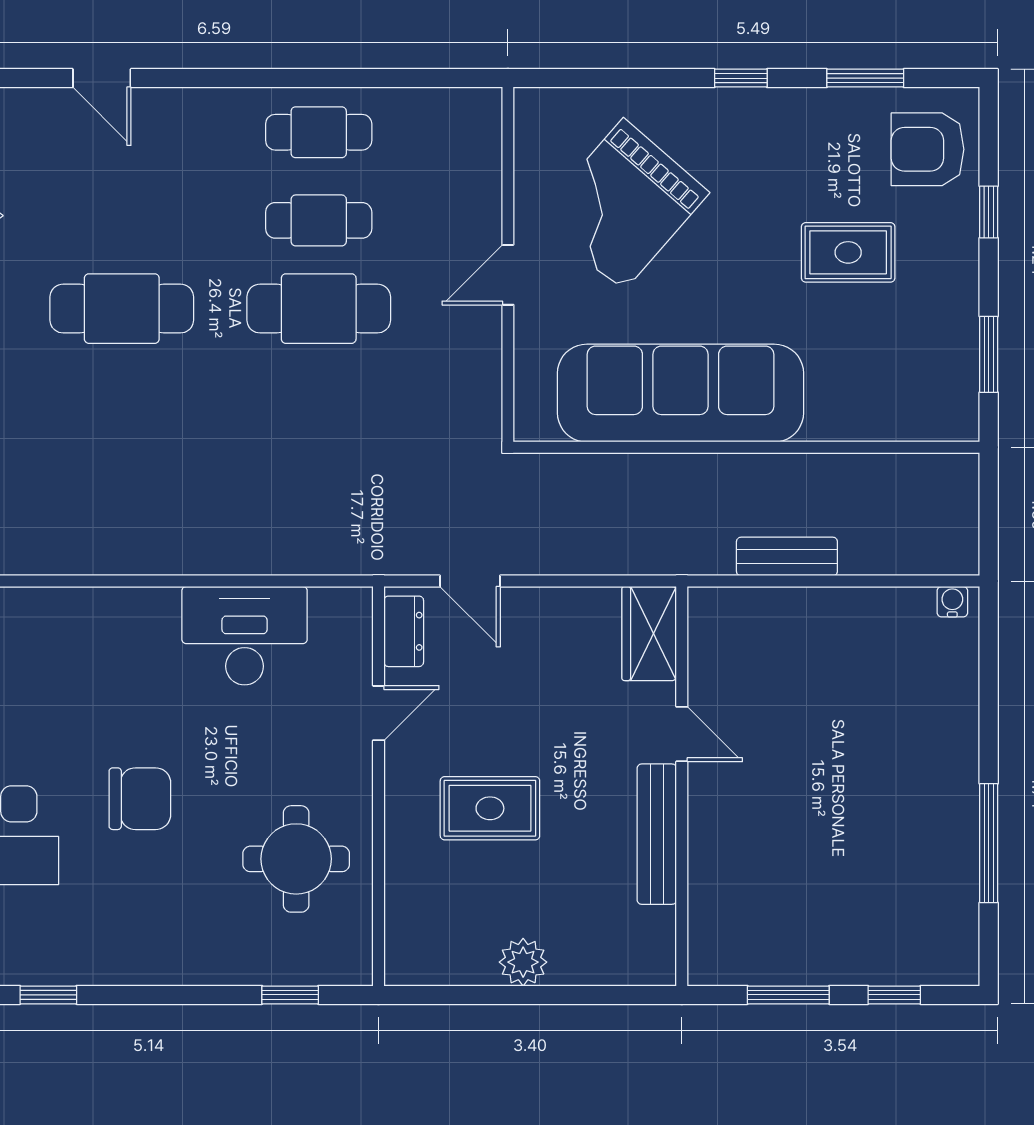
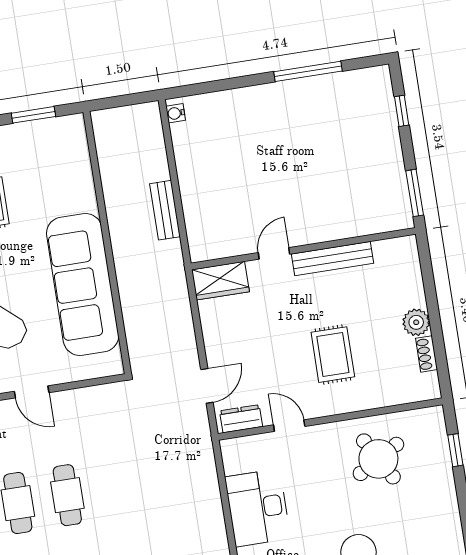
cafe table: (319, 309) -> (67, 495), width x0.73, depth x0.74
round table: (296, 859) -> (378, 459), turned -30
shoe rack: (465, 971) -> (426, 354), added
window: (788, 995) -> (415, 193), moved

